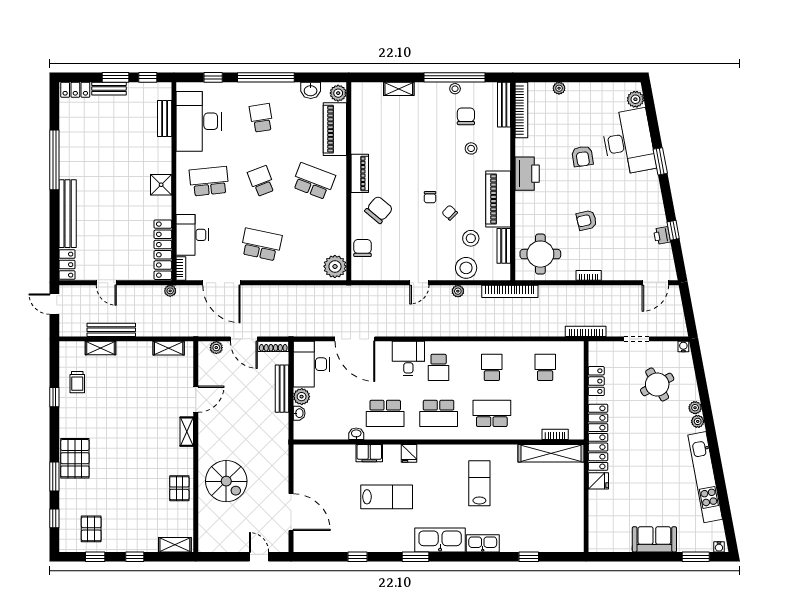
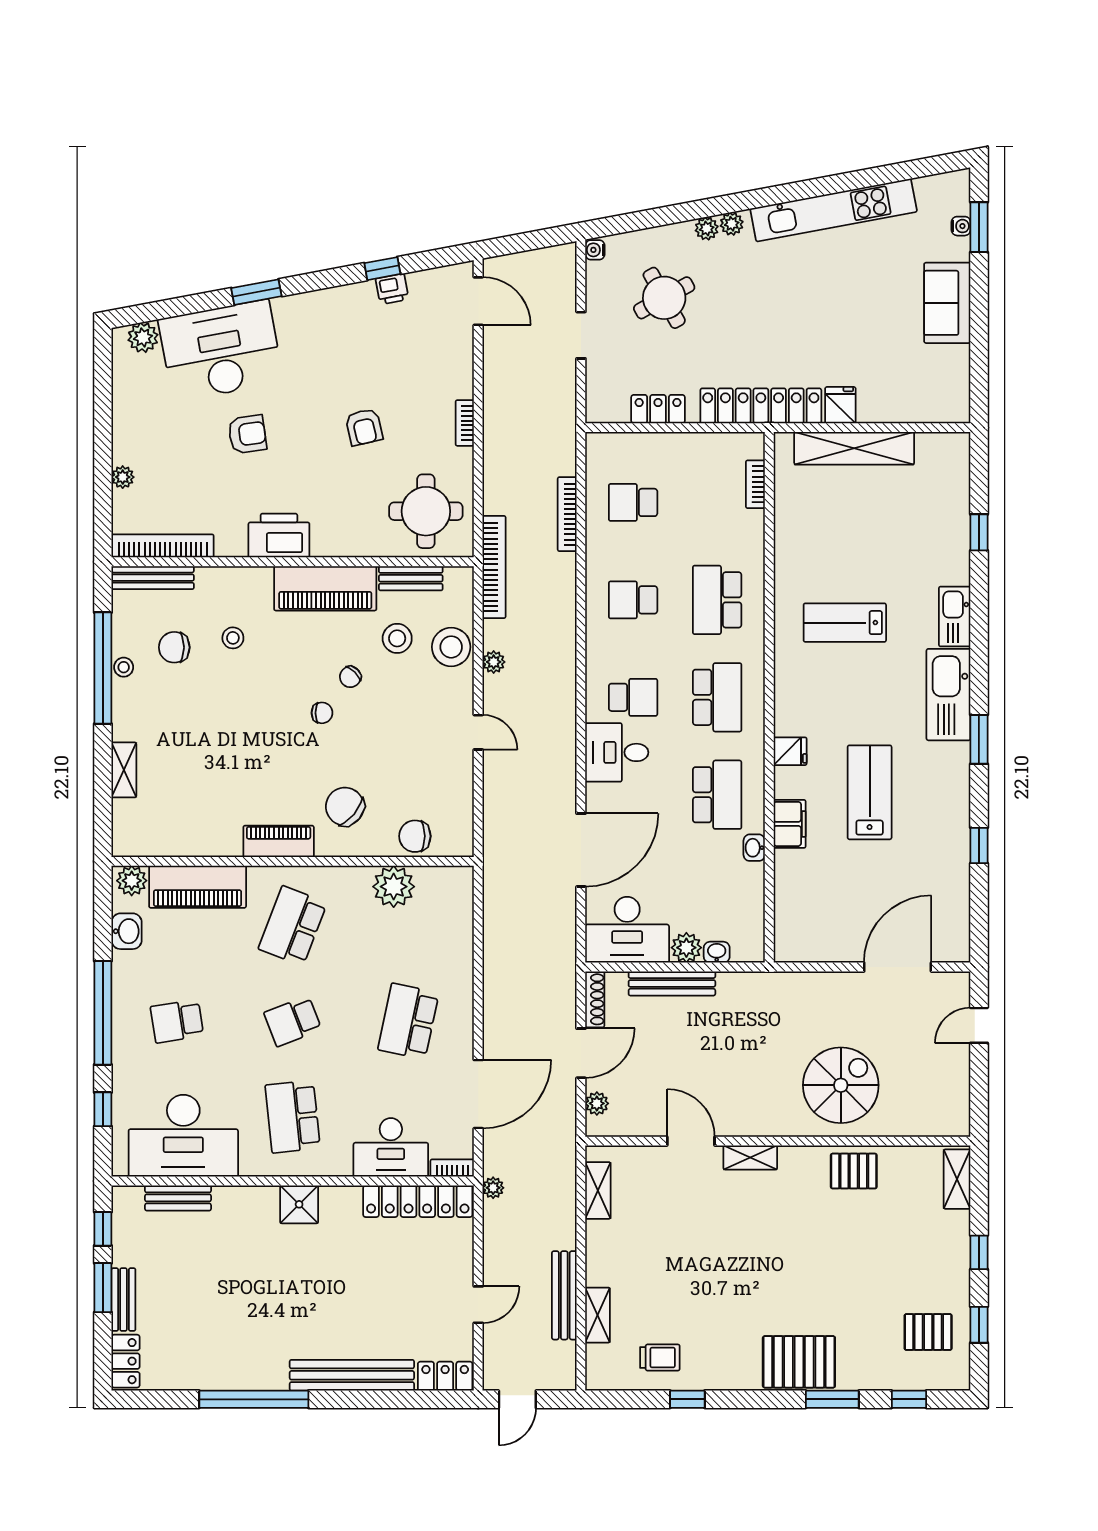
plant: (335, 266) -> (394, 887), moved
bookcase: (586, 331) -> (567, 514), moved
shelving: (551, 453) -> (854, 448), moved, turned 90
water cooler: (719, 547) -> (961, 226), moved

